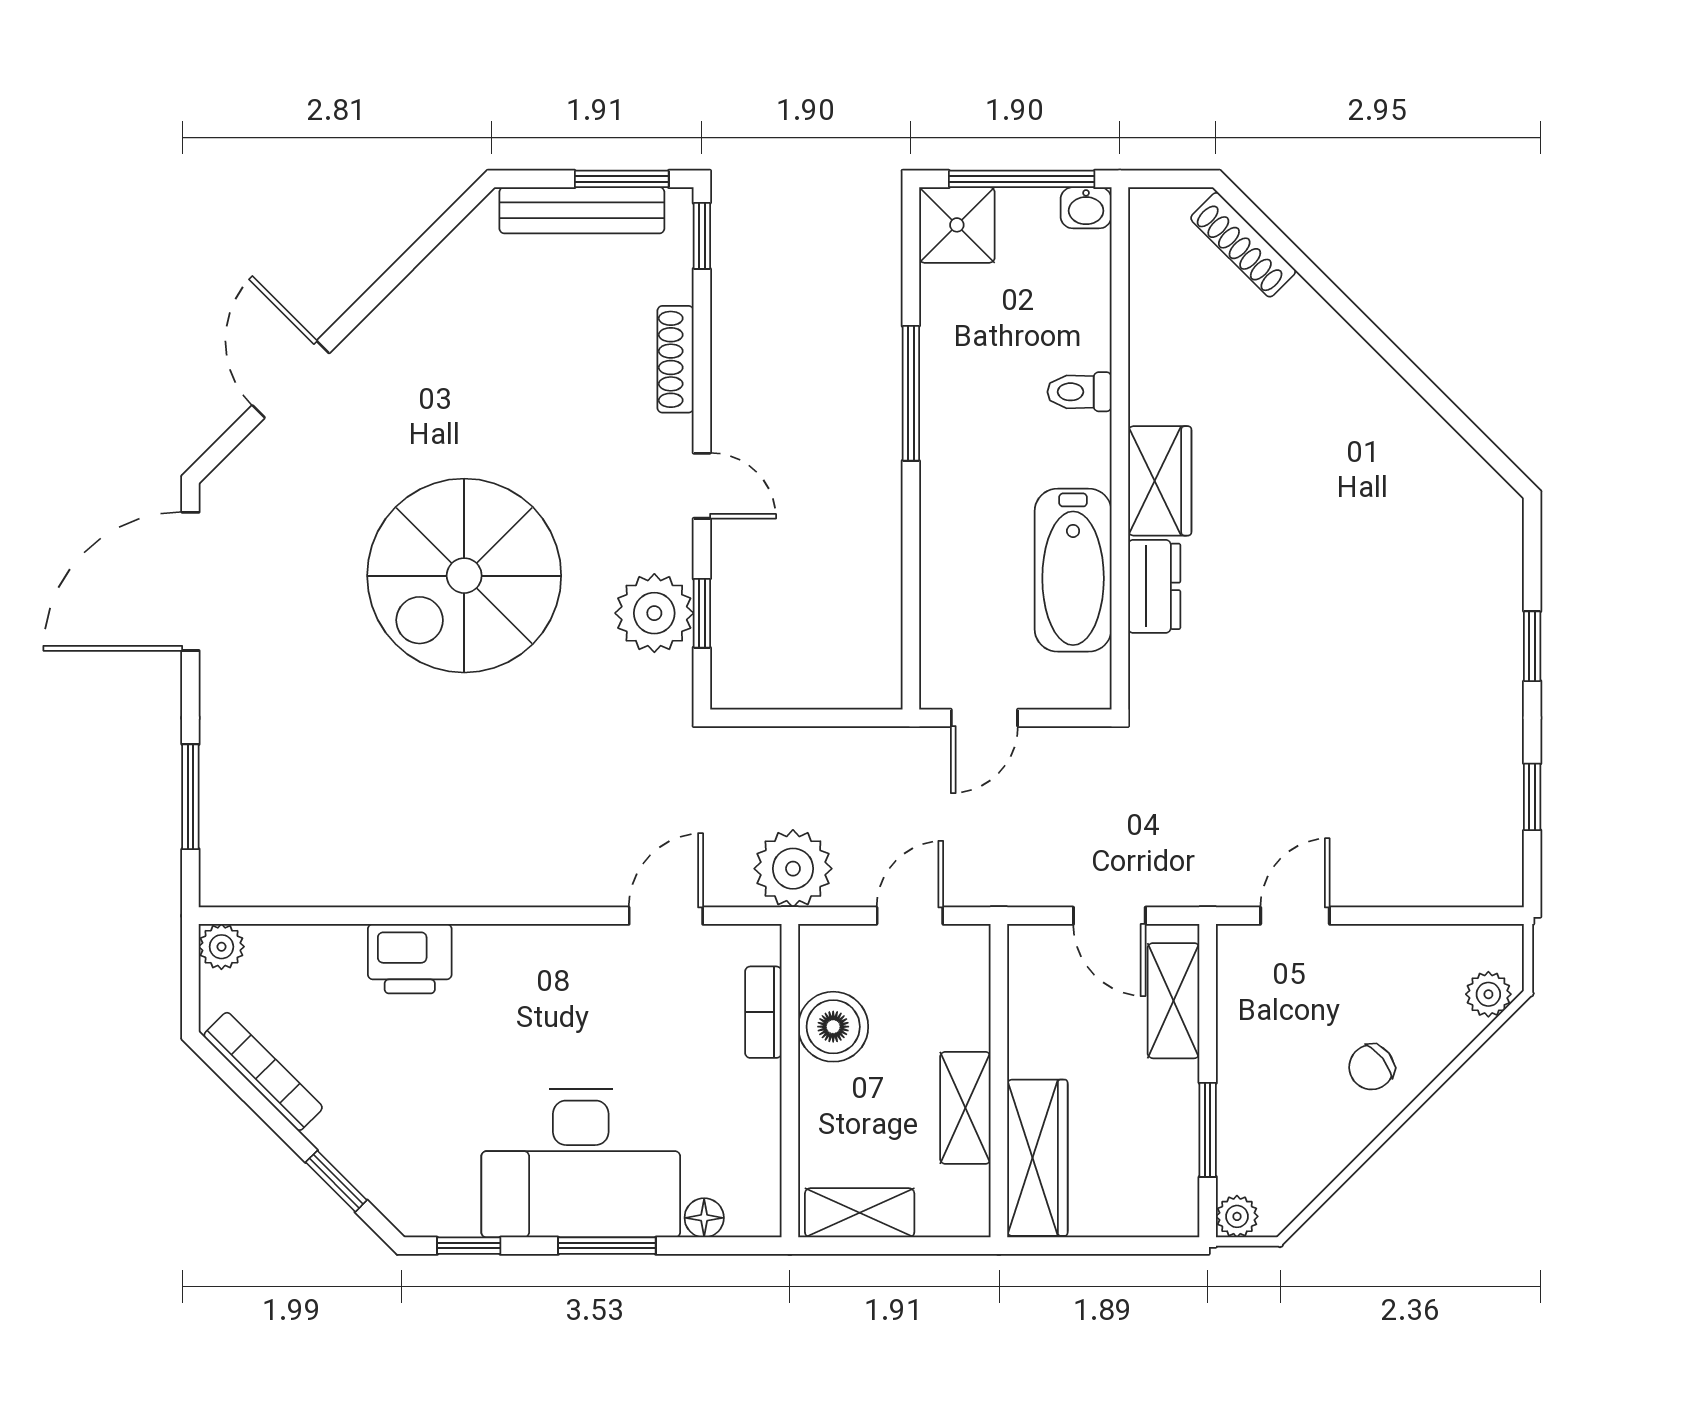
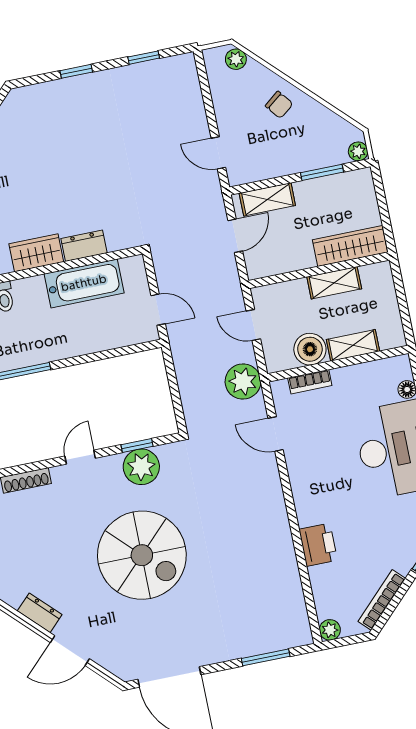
dresser: (385, 331) -> (40, 613), added
shelving: (860, 1213) -> (353, 345), moved, turned 90

